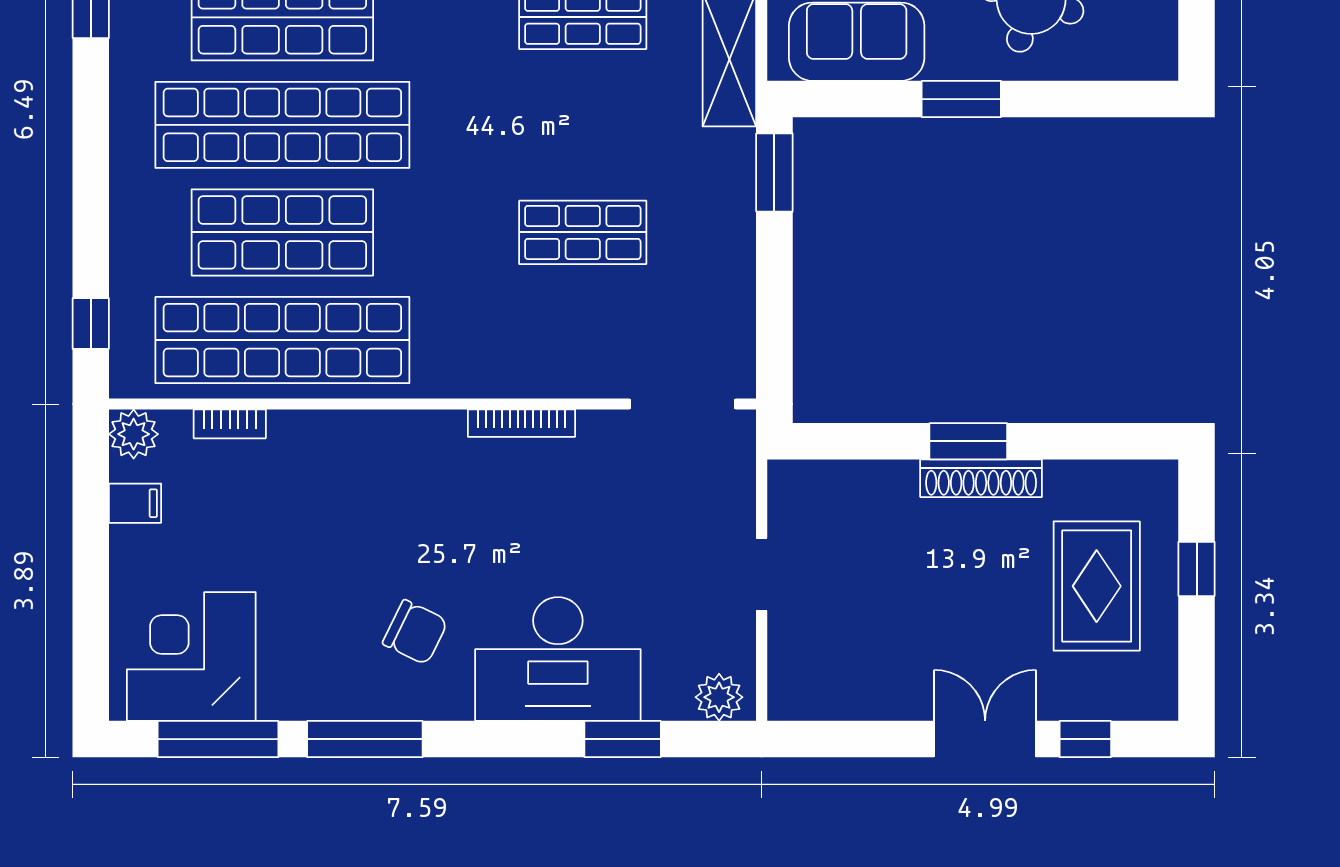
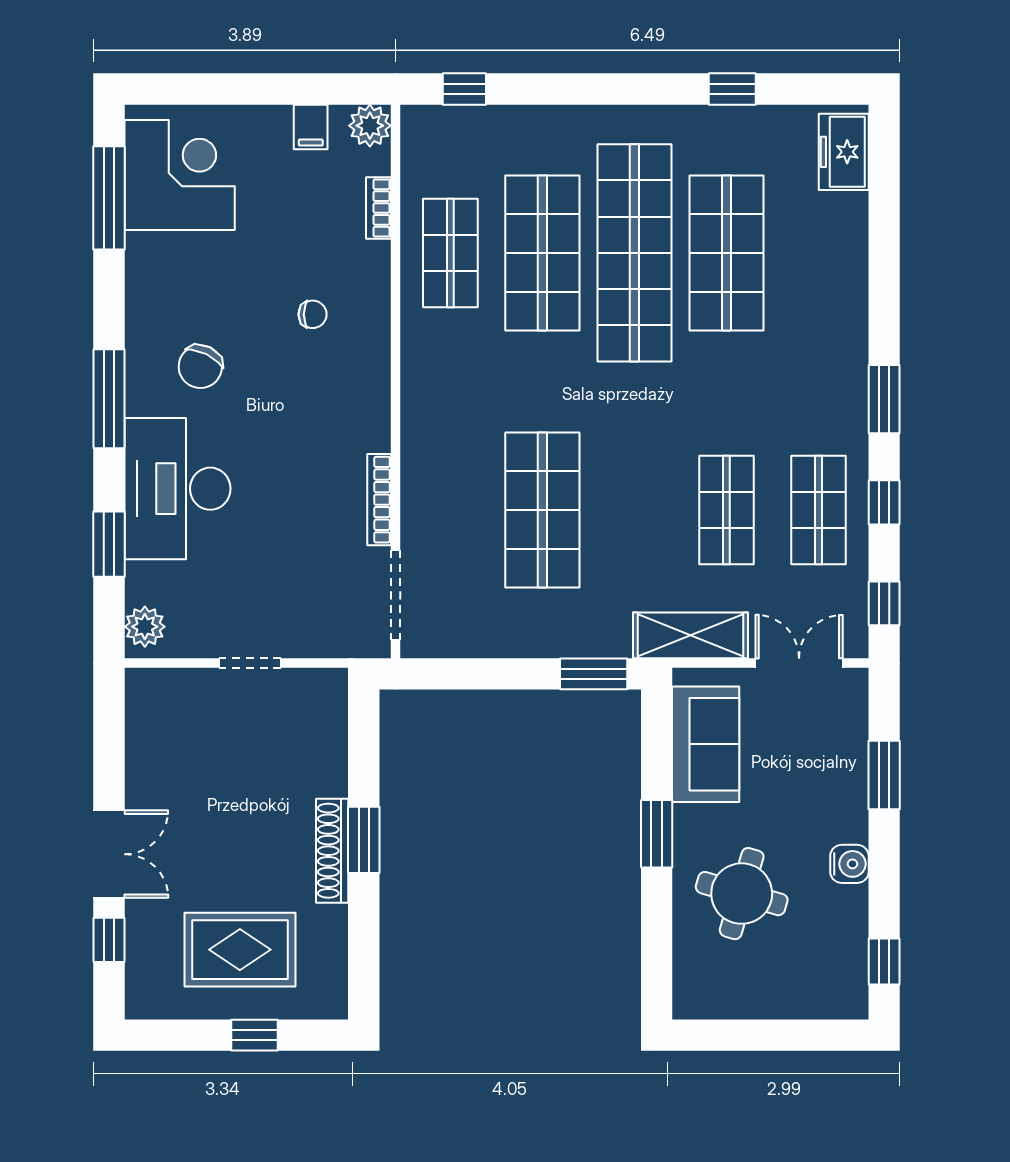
shop shelf: (583, 232) -> (542, 510), width x1.43, depth x1.36
shop shelf: (282, 340) -> (450, 253), width x0.50, depth x0.74
bookcase: (521, 423) -> (379, 500), moved
chair: (354, 501) -> (313, 314), added
window: (365, 739) -> (109, 399), moved

